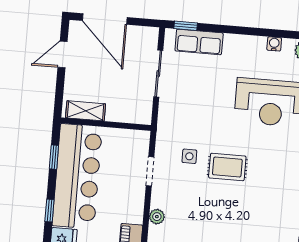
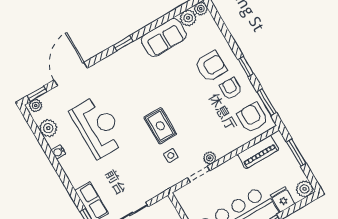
plant: (157, 217) -> (210, 158), moved

